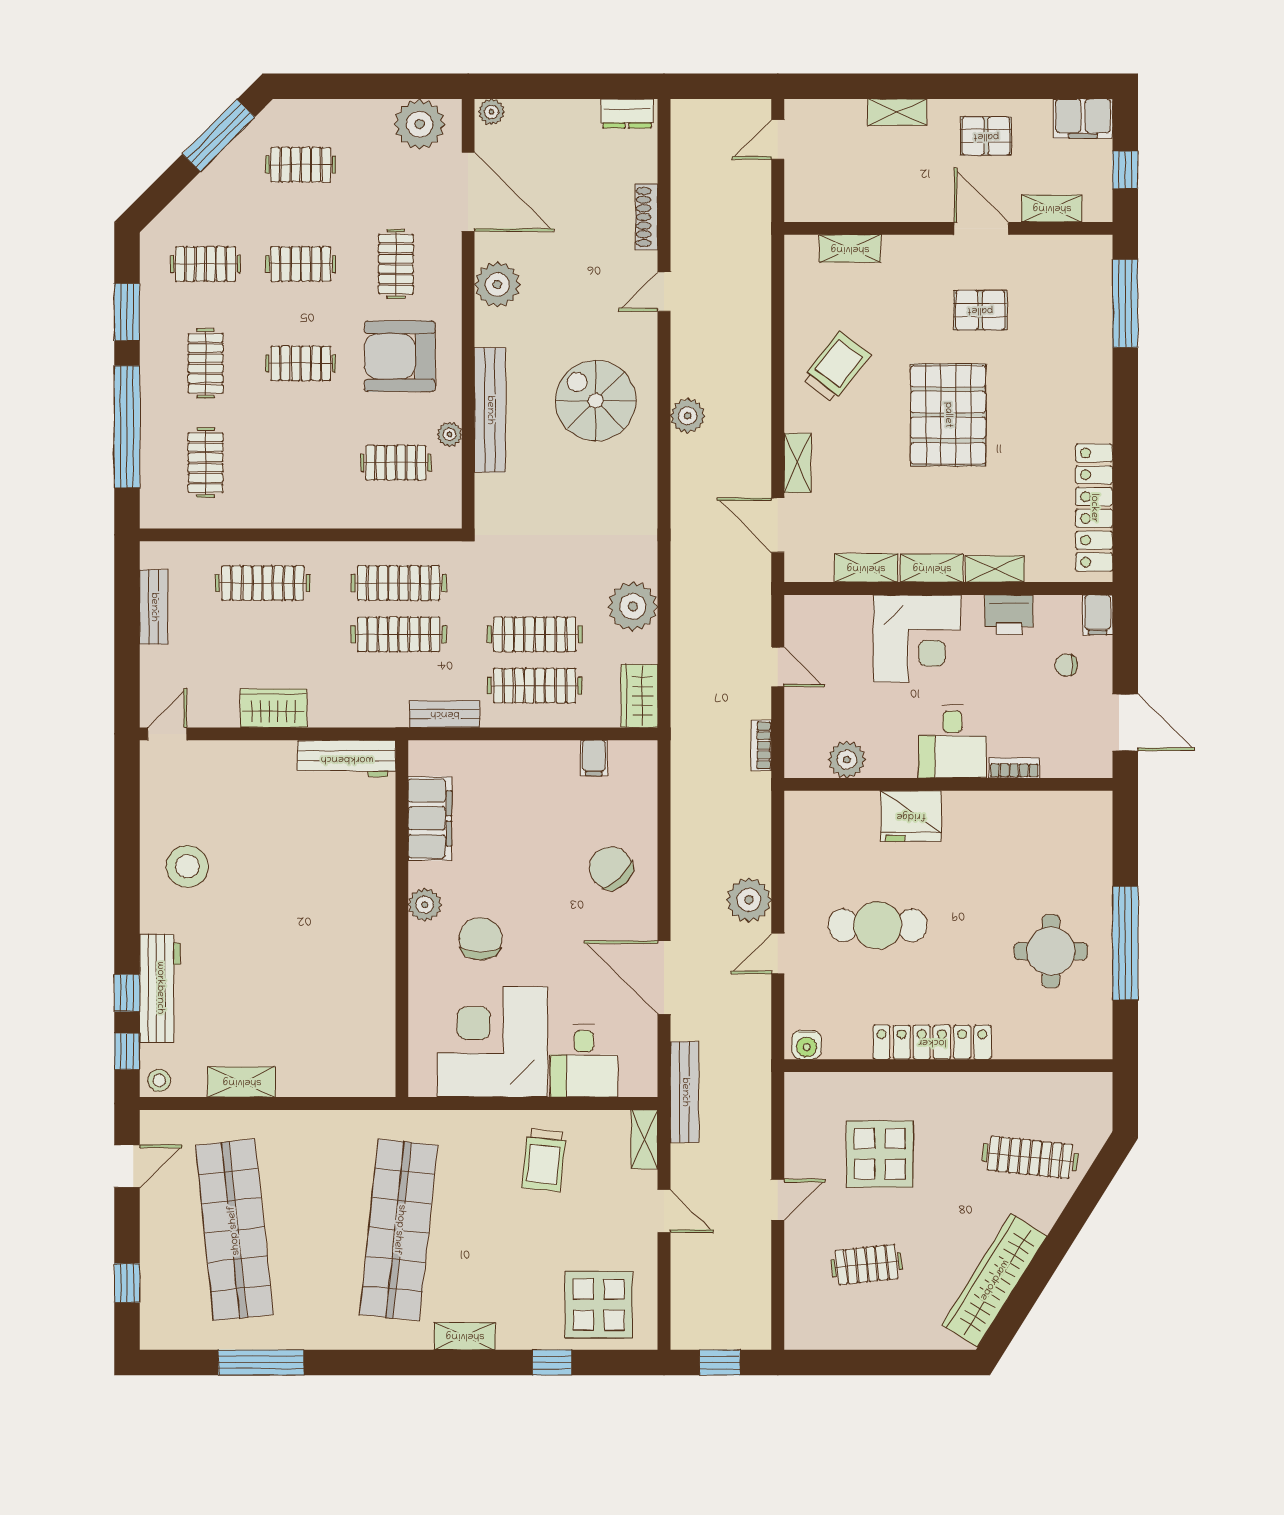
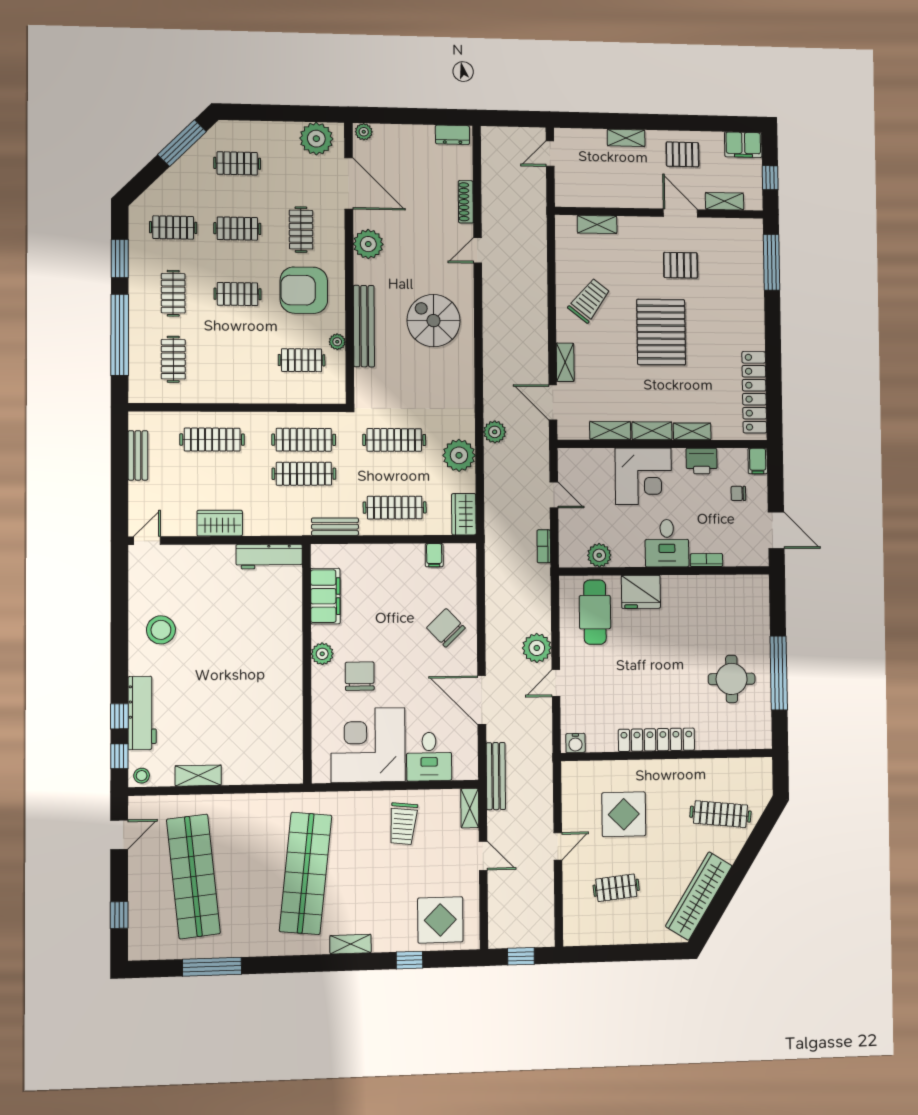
plant: (688, 416) -> (495, 432), moved
clothes rail: (535, 634) -> (394, 440), moved
cafe table: (878, 925) -> (595, 612), moved, turned 90

